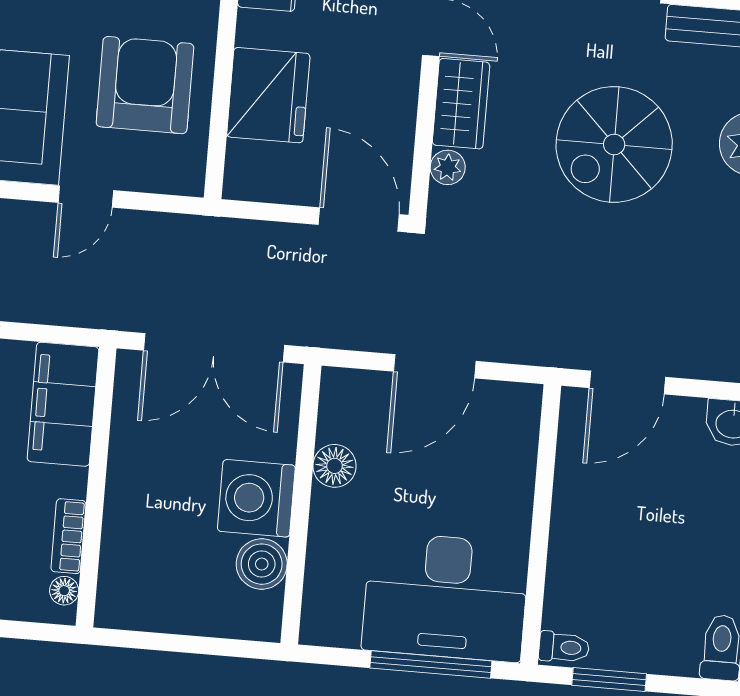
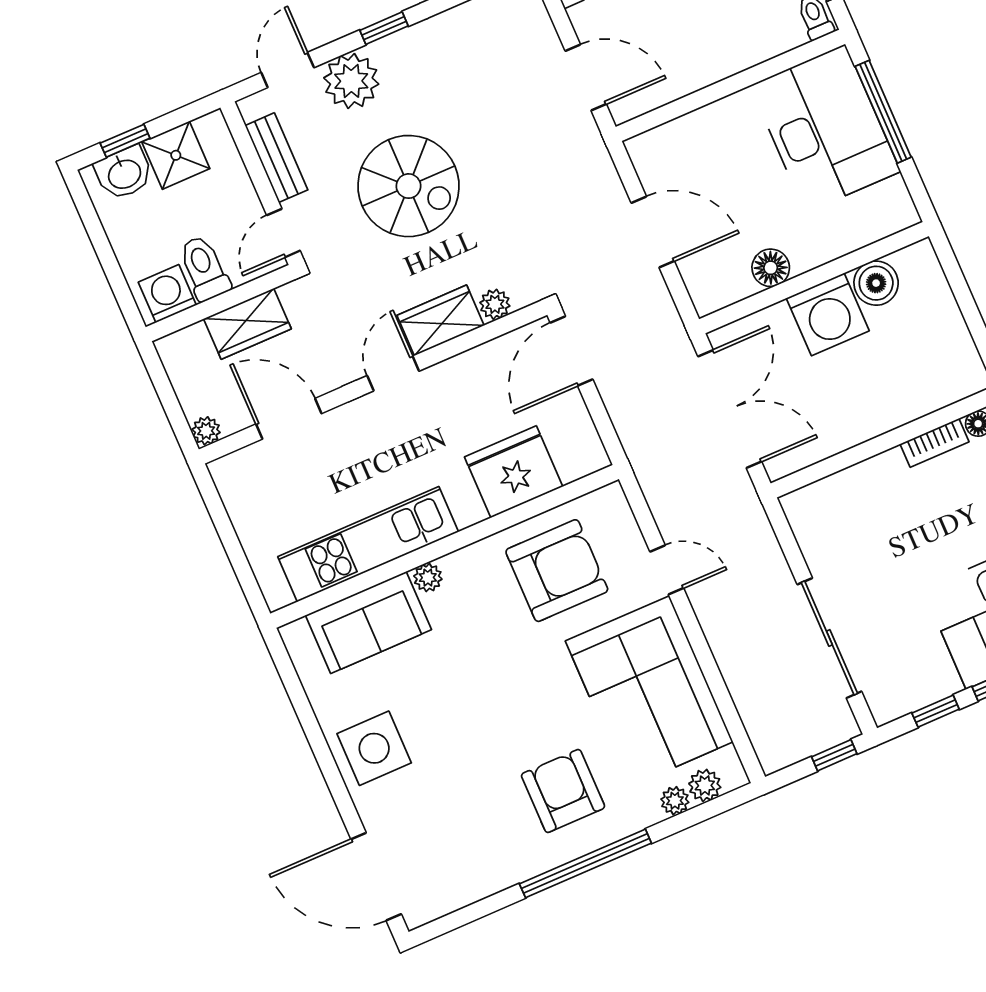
armchair: (145, 85) -> (557, 571), turned 180
filing cabinet: (63, 404) -> (835, 502), removed

